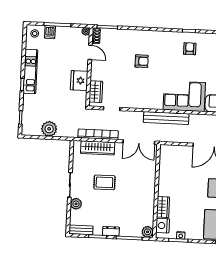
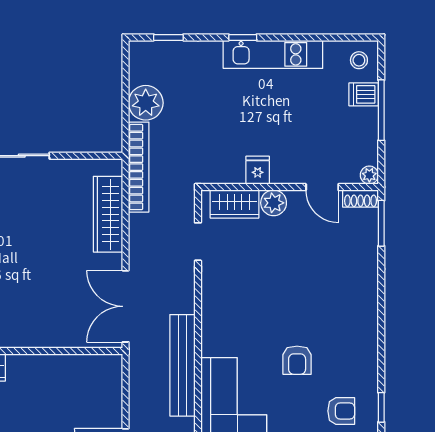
door: (90, 52) -> (322, 187), hinge flipped
armchair: (142, 61) -> (297, 360), moved
plant: (96, 74) -> (274, 203), added
fridge: (79, 81) -> (258, 170), width x0.53, depth x0.75
bookcase: (98, 134) -> (139, 167), moved
rug: (104, 182) -> (31, 233), removed

